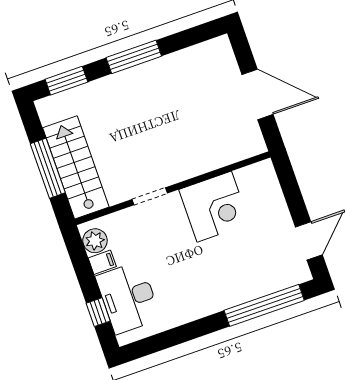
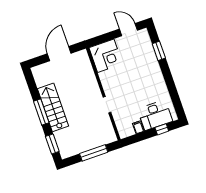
stairs: (76, 167) -> (53, 107), moved, turned 90
corner desk: (214, 207) -> (106, 56), moved, turned 90
plant: (95, 241) -> (128, 131), removed
window: (264, 305) -> (159, 51), width x0.47

